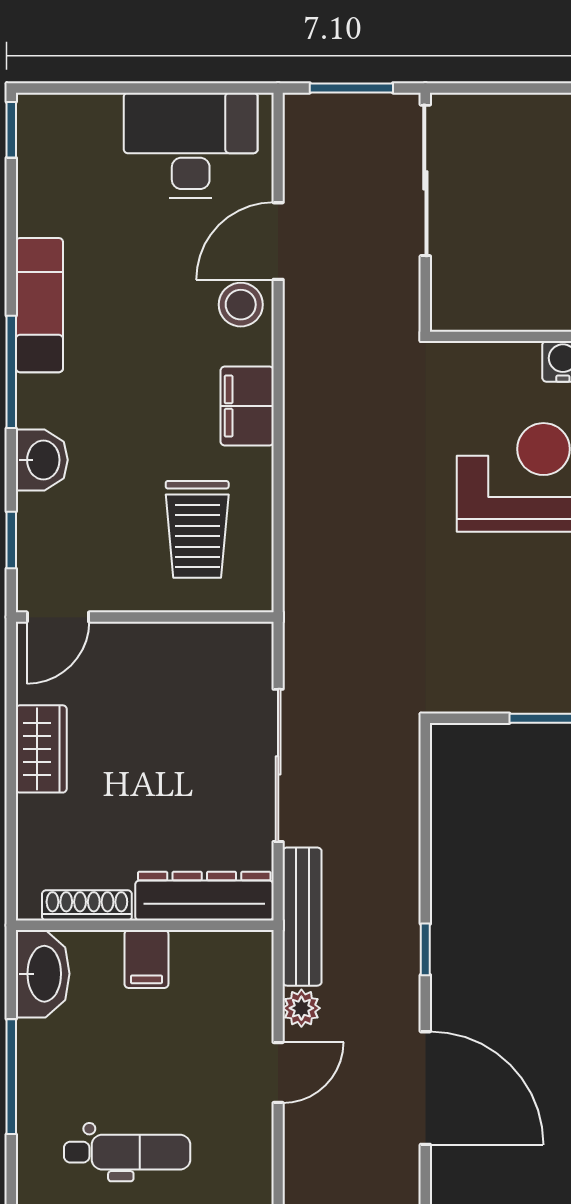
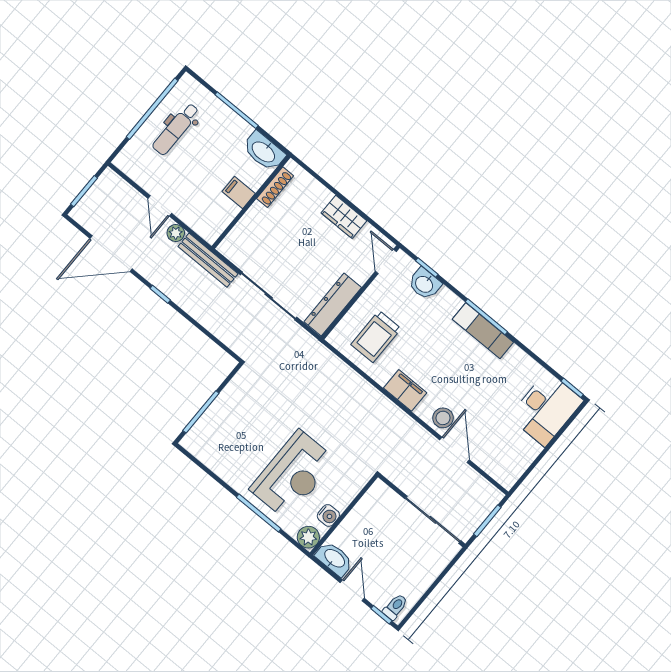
desk: (191, 145) -> (546, 409), moved
exam couch: (39, 305) -> (483, 331), moved
washbasin: (42, 460) -> (425, 284), moved
trolley: (197, 529) -> (376, 337), turned -90
dresser: (204, 896) -> (333, 305), moved, turned 180

